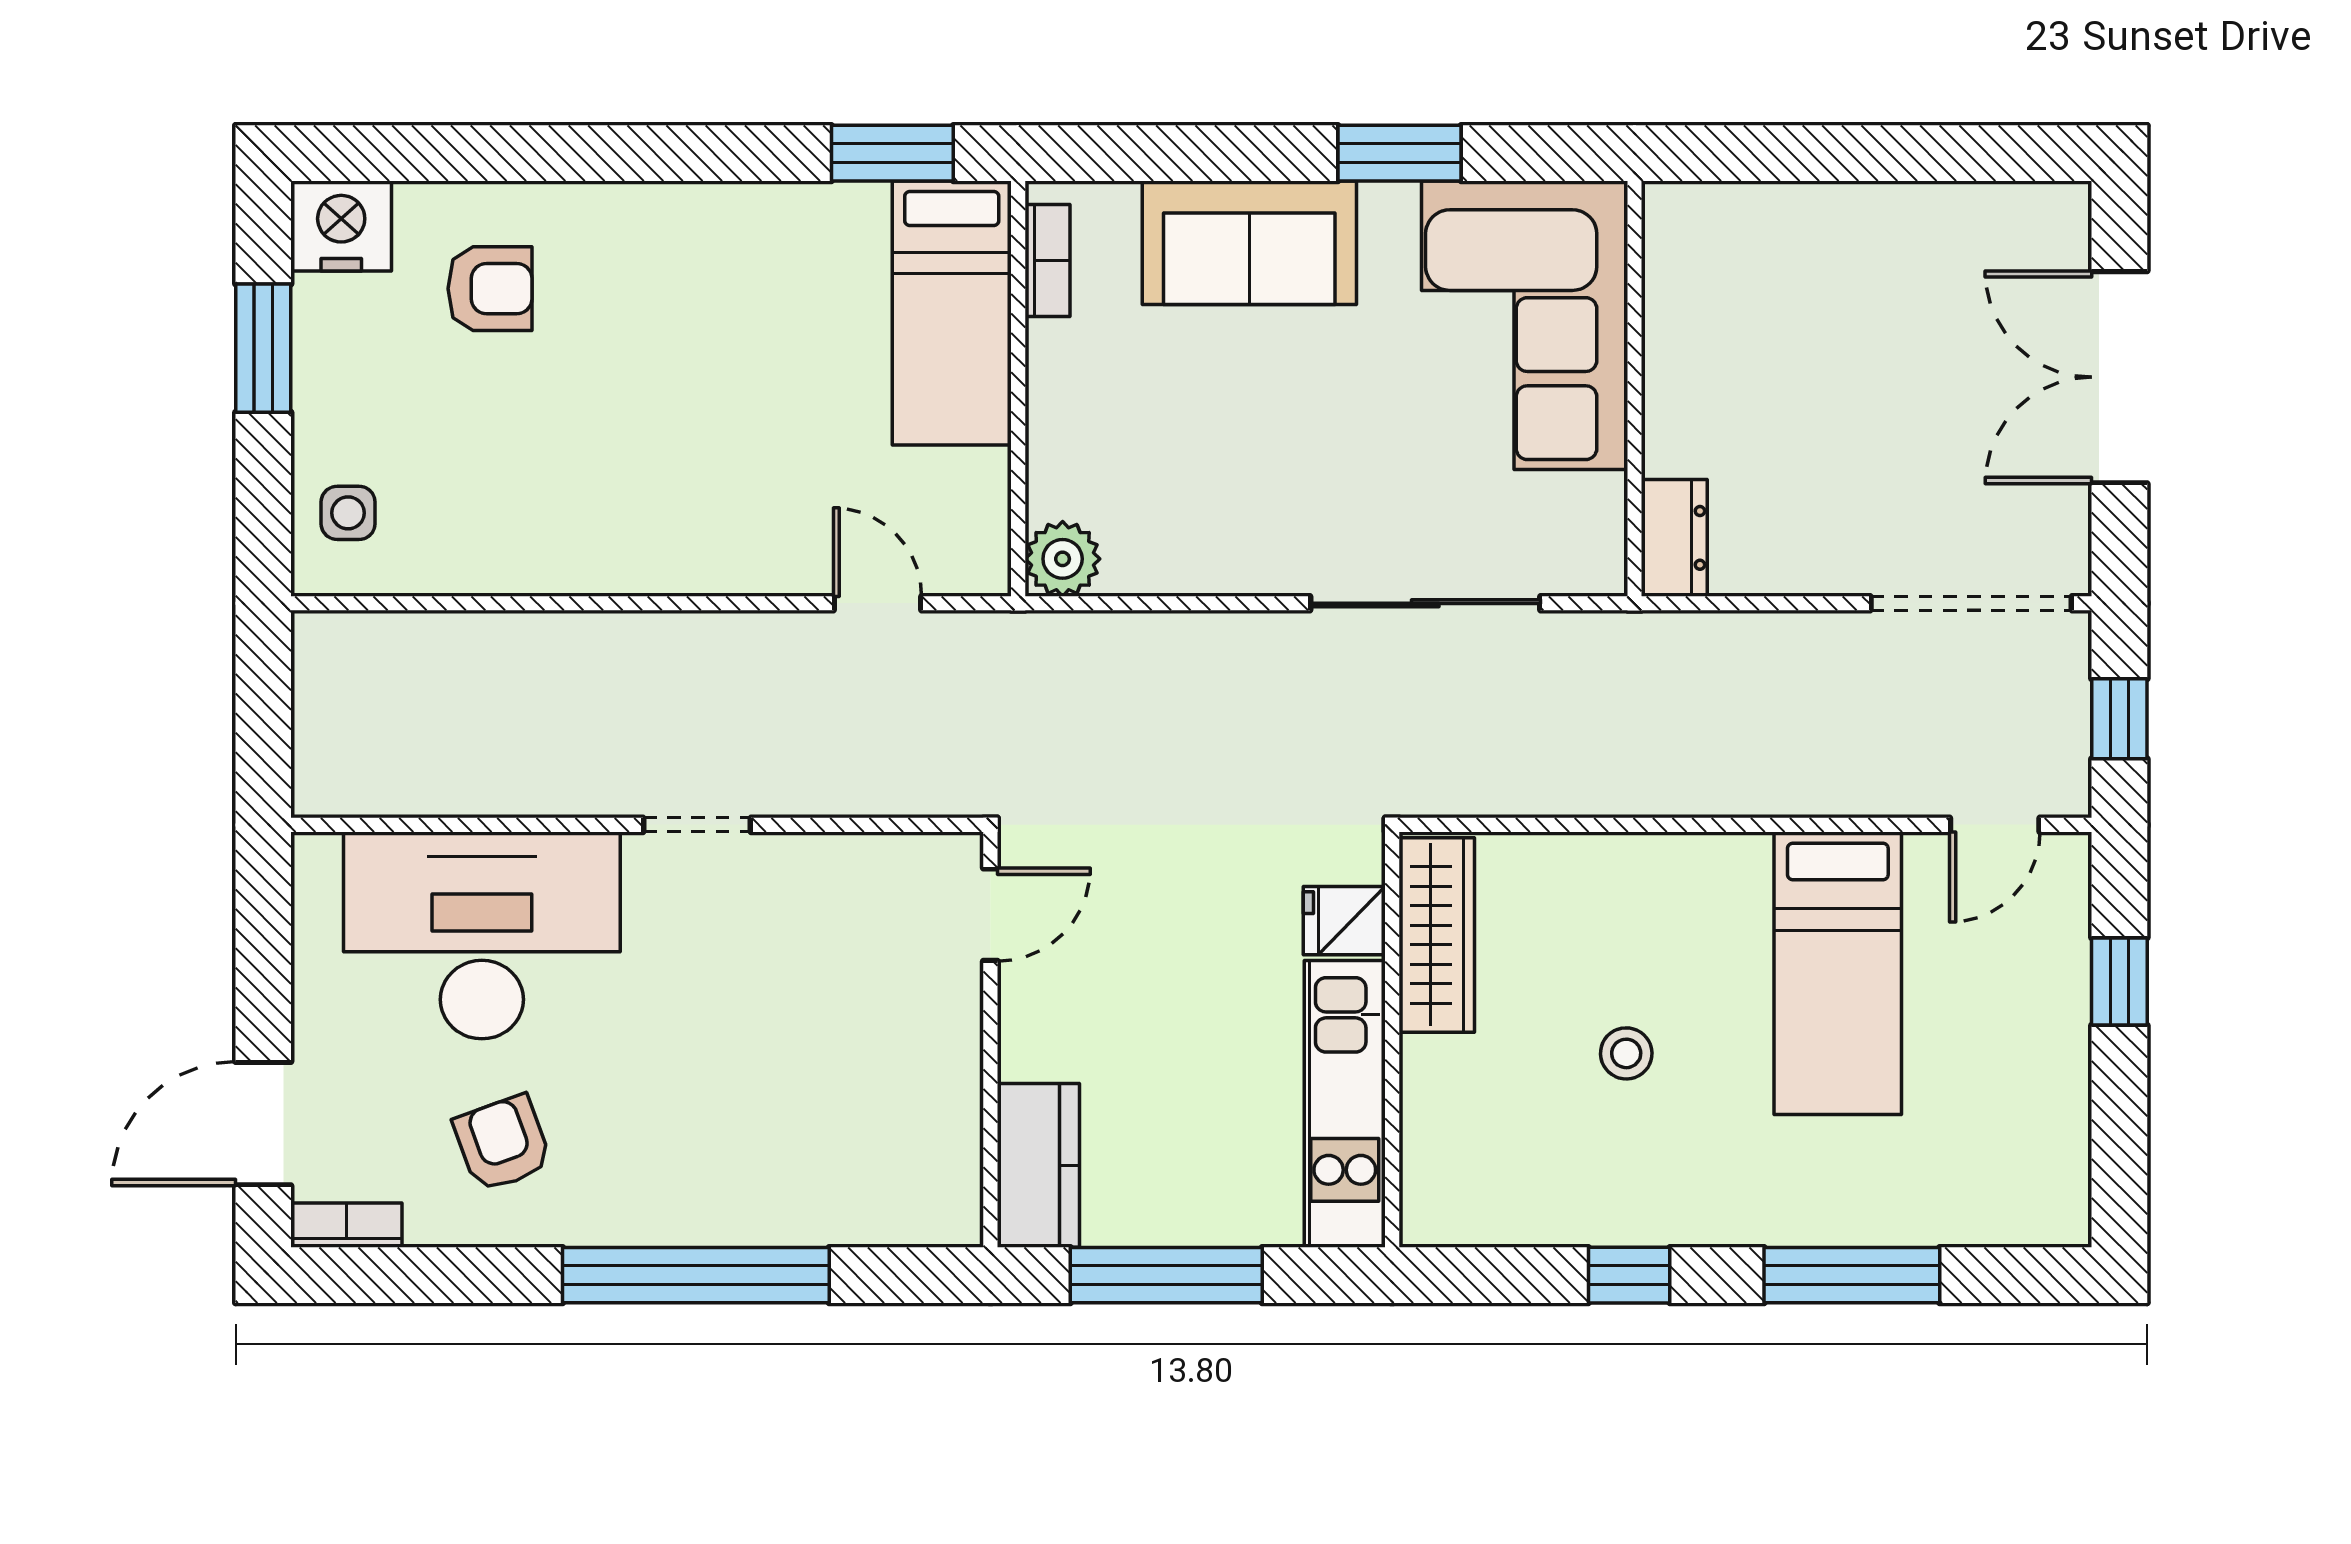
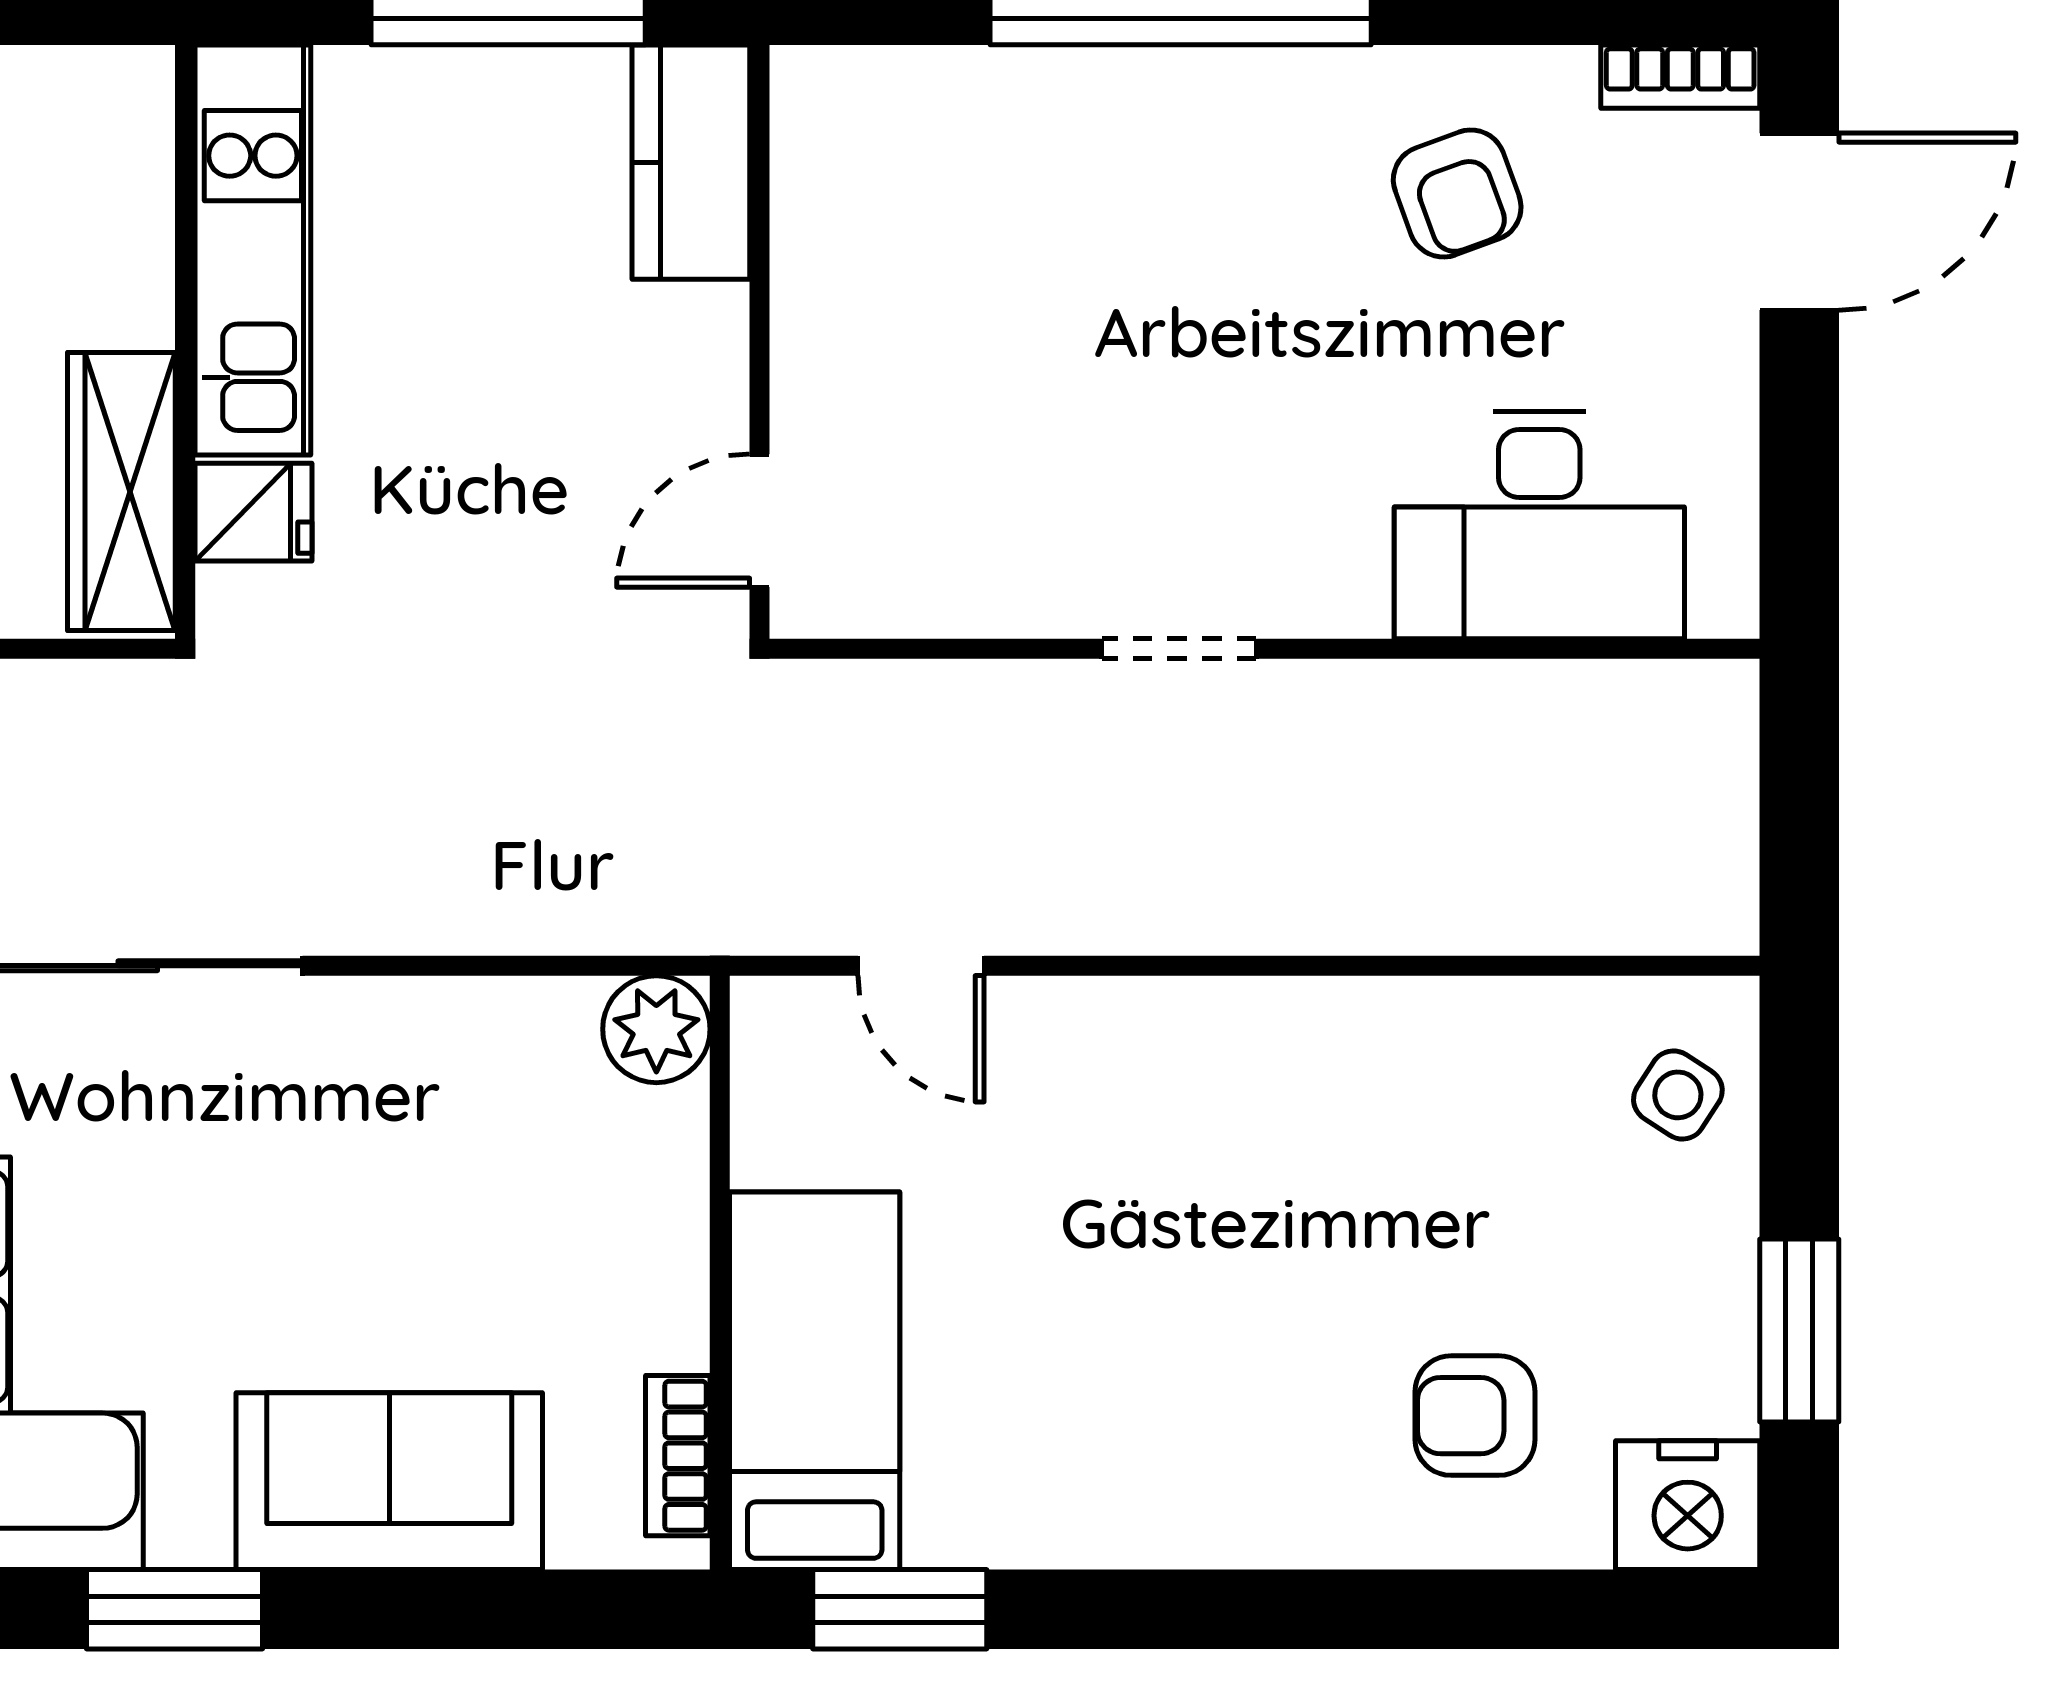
side table: (348, 513) -> (1678, 1095), turned 33
desk: (482, 935) -> (1539, 525), width x0.73, depth x0.77

